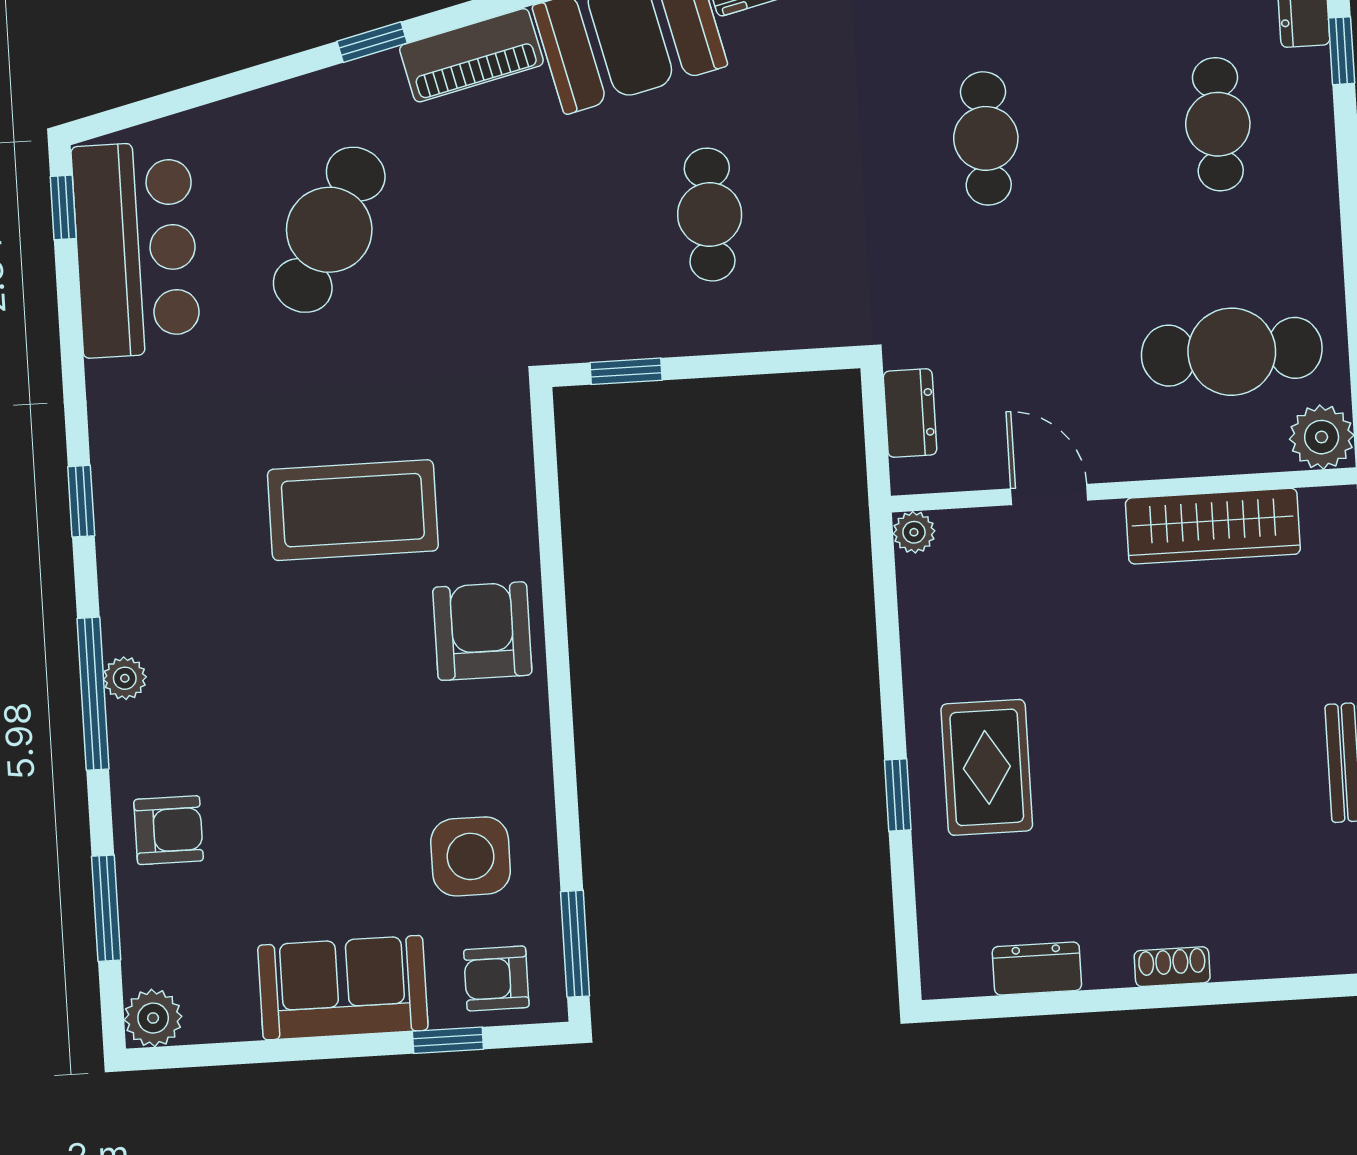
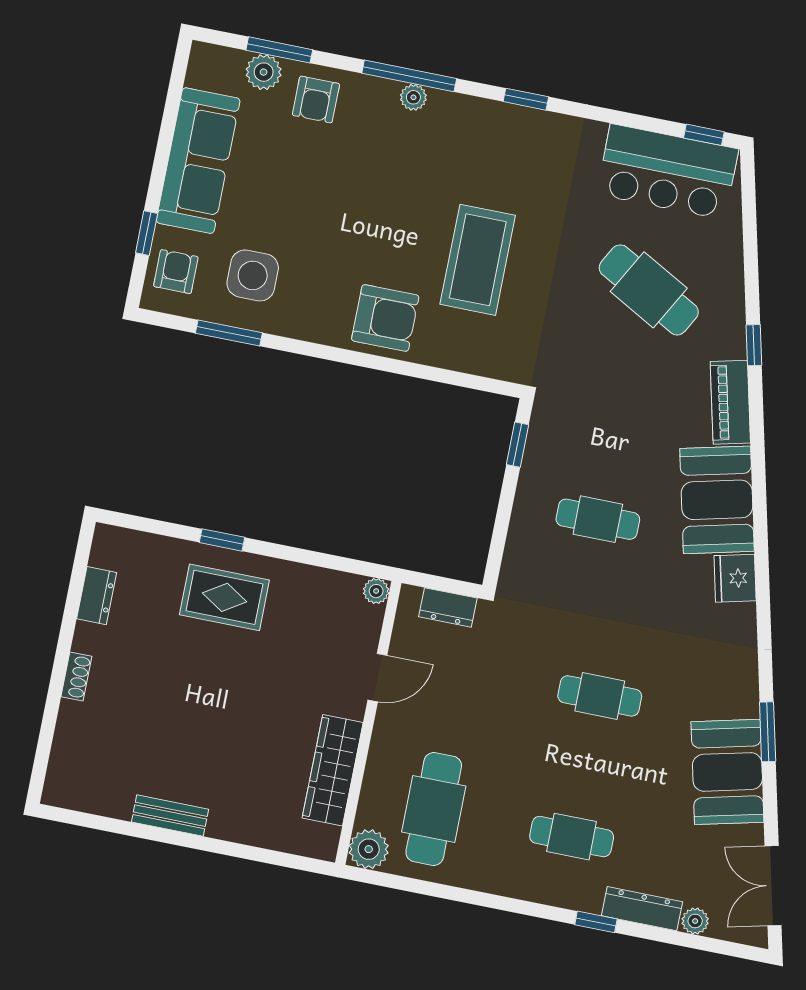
window: (575, 944) -> (229, 333), moved
sofa: (343, 988) -> (198, 161), width x1.36
plant: (153, 1018) -> (264, 72), moved

